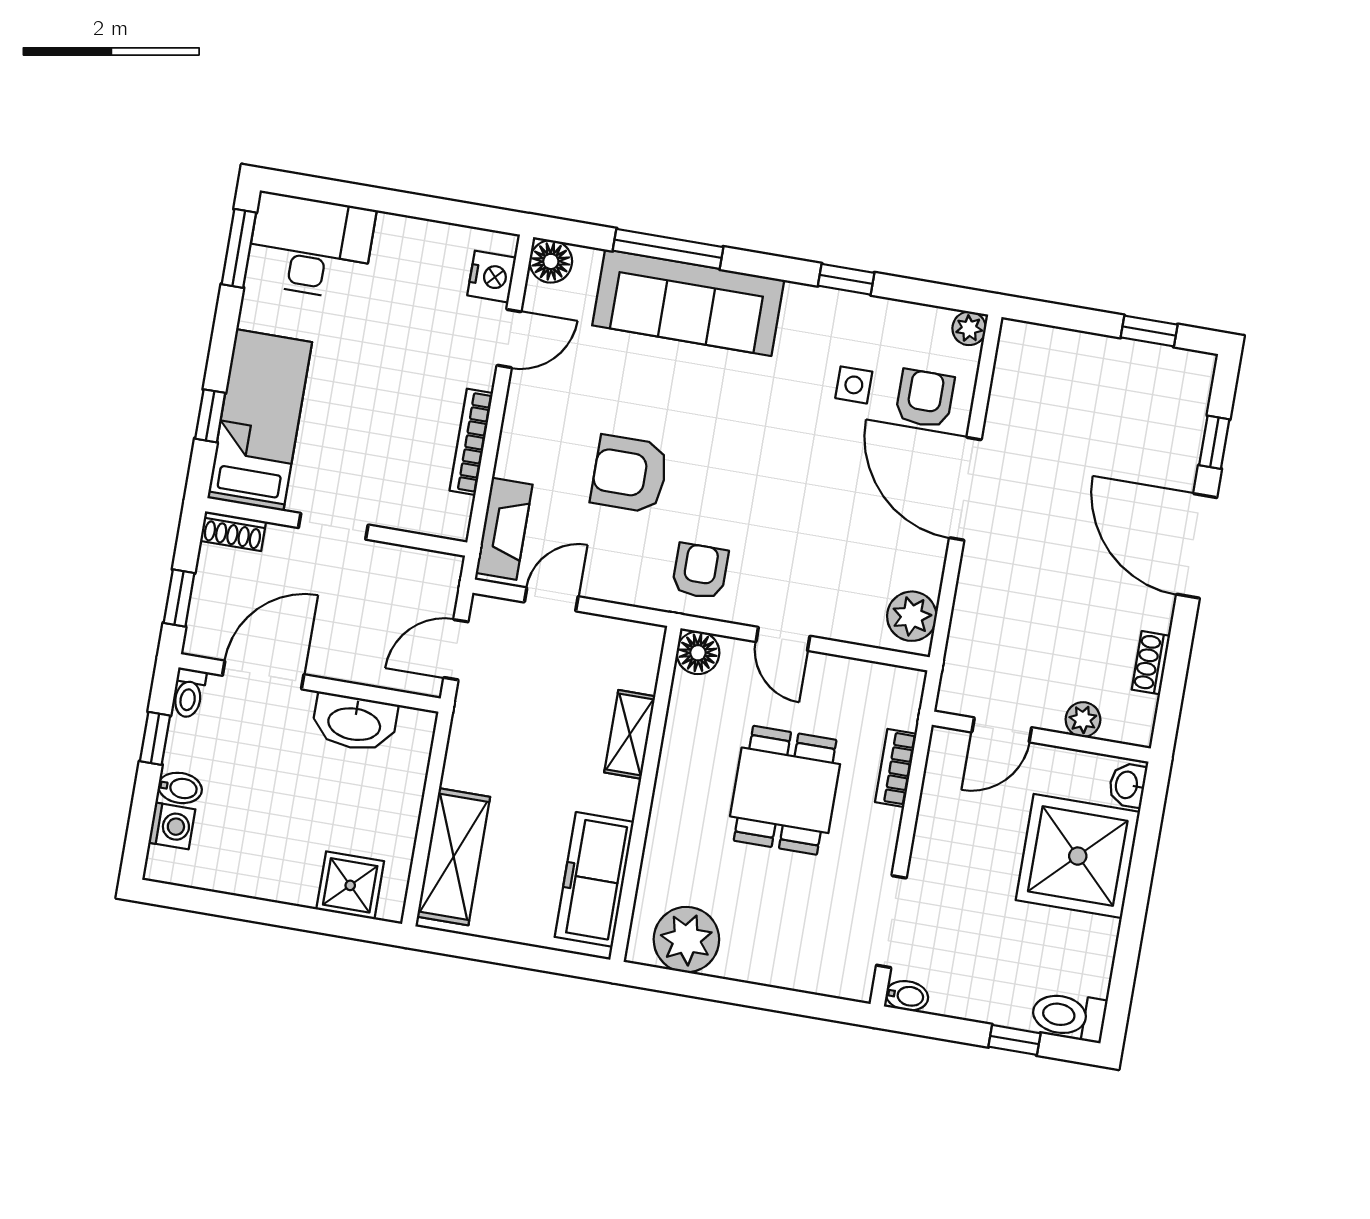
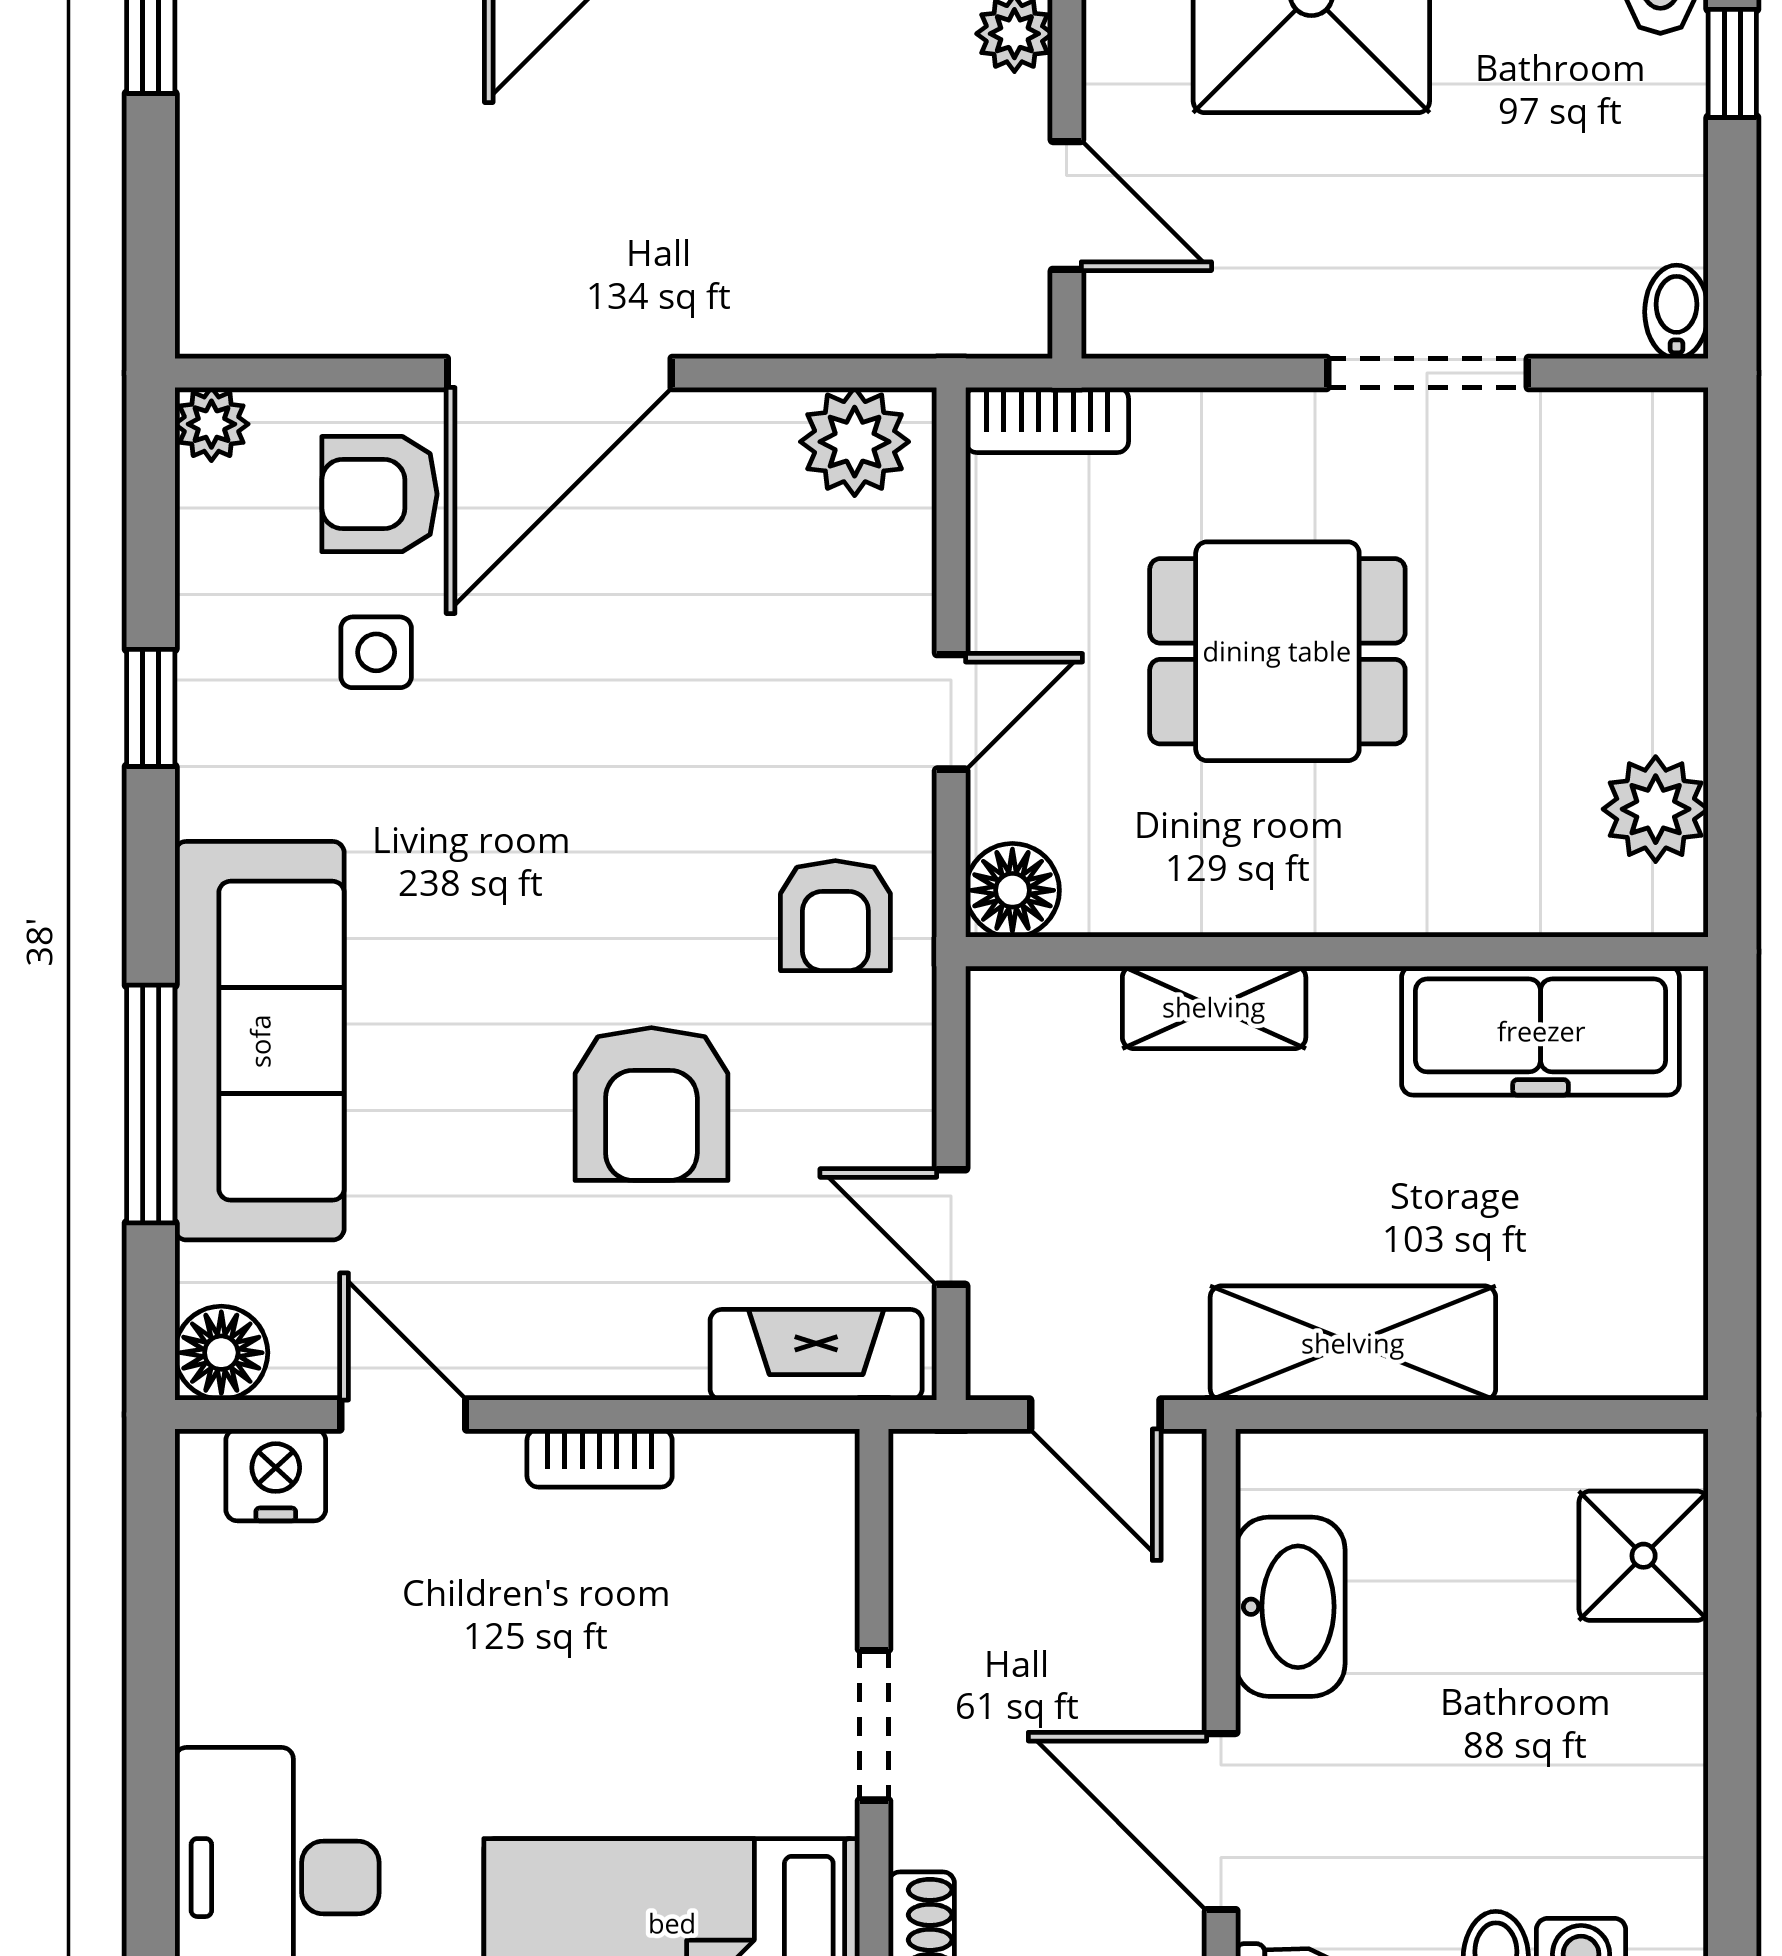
bookcase: (471, 442) -> (600, 1458), width x0.64
armchair: (700, 571) -> (835, 916), turned -90
bookcase: (896, 768) -> (1047, 420), moved
shelving: (454, 857) -> (1353, 1343), moved
doorway: (891, 922) -> (1427, 373), moved
plant: (686, 940) -> (1656, 809), width x0.73, depth x0.73

